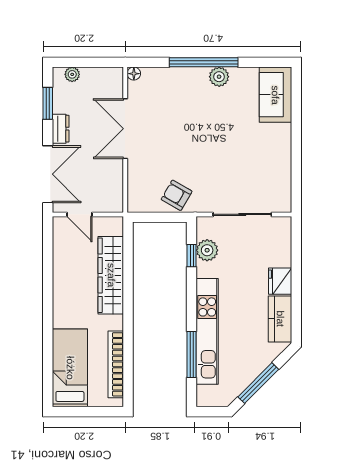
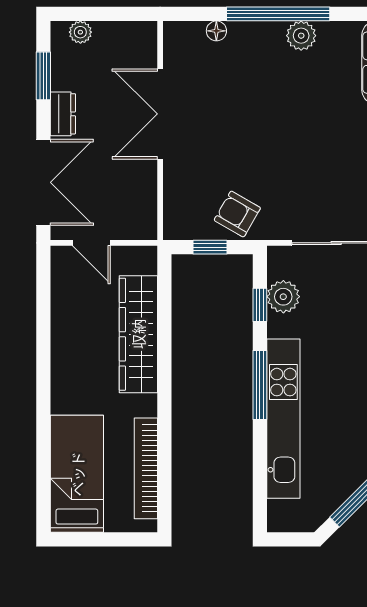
floor lamp: (134, 74) -> (216, 31), moved
window: (158, 217) -> (210, 247), added
window: (192, 354) -> (260, 385), moved

